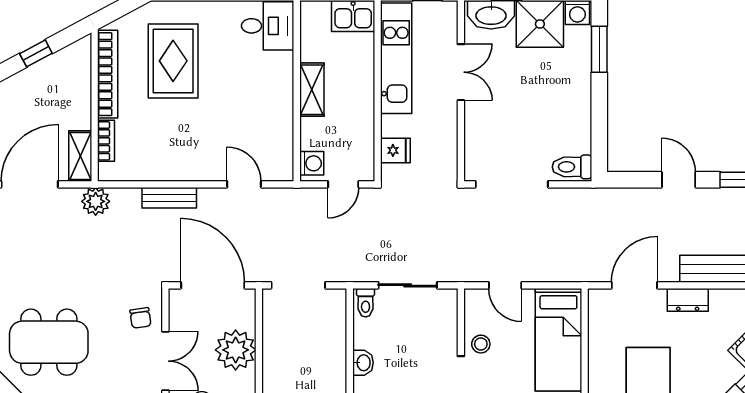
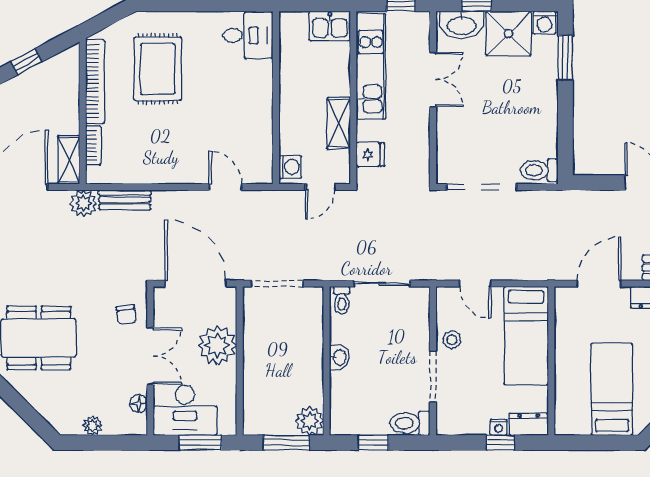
shelving: (312, 90) -> (339, 123), moved
bench: (169, 198) -> (125, 200), moved

